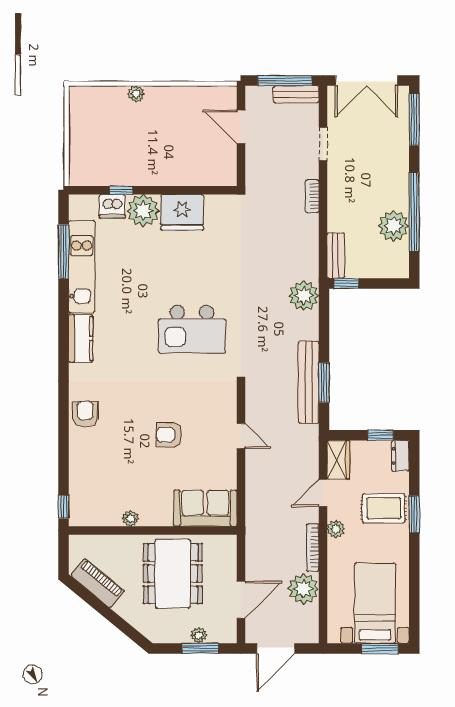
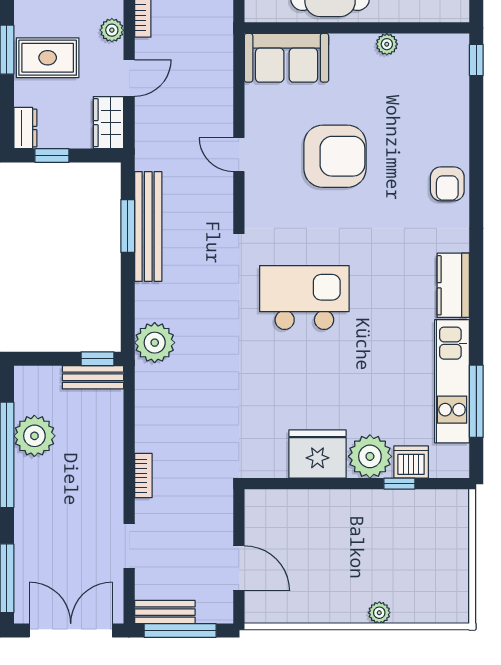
bench: (336, 256) -> (93, 377), moved, turned 90
armchair: (169, 435) -> (335, 156), width x1.88, depth x1.88

